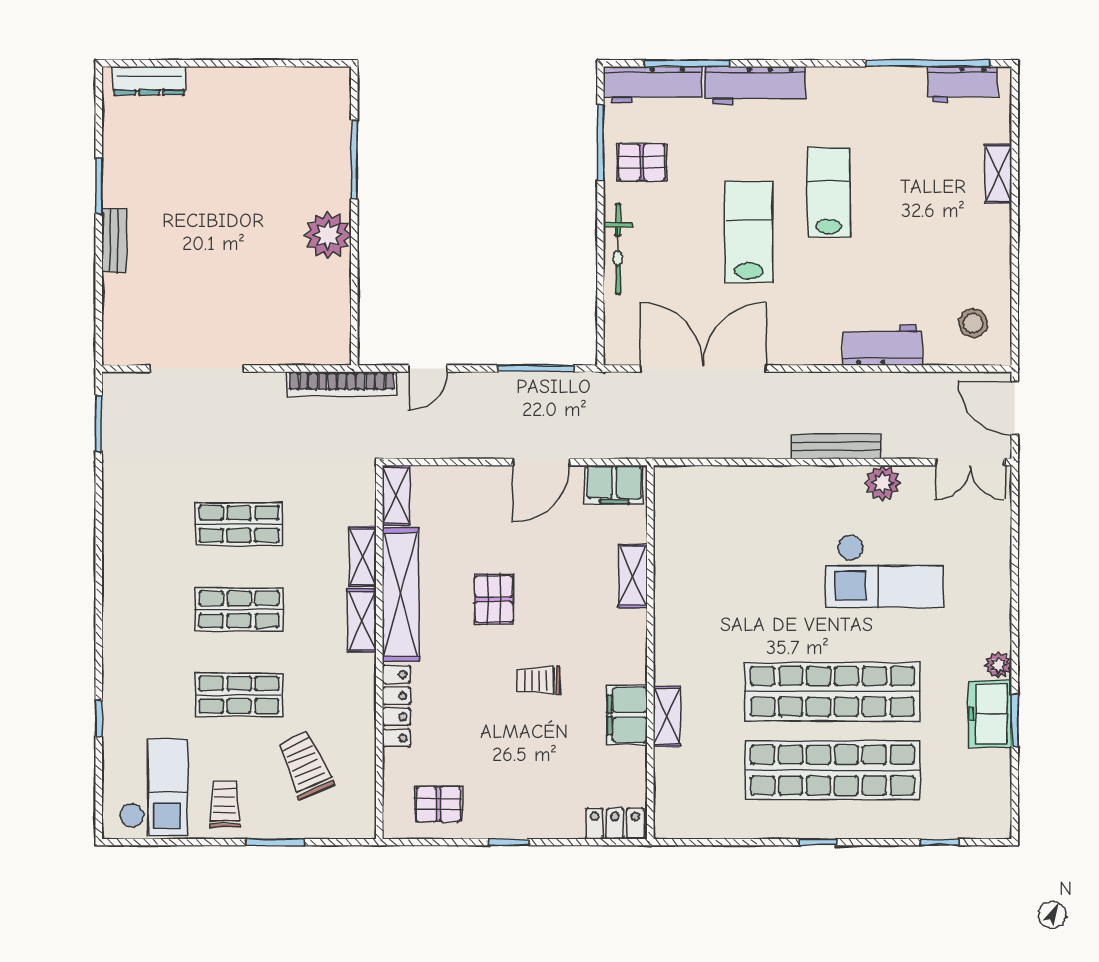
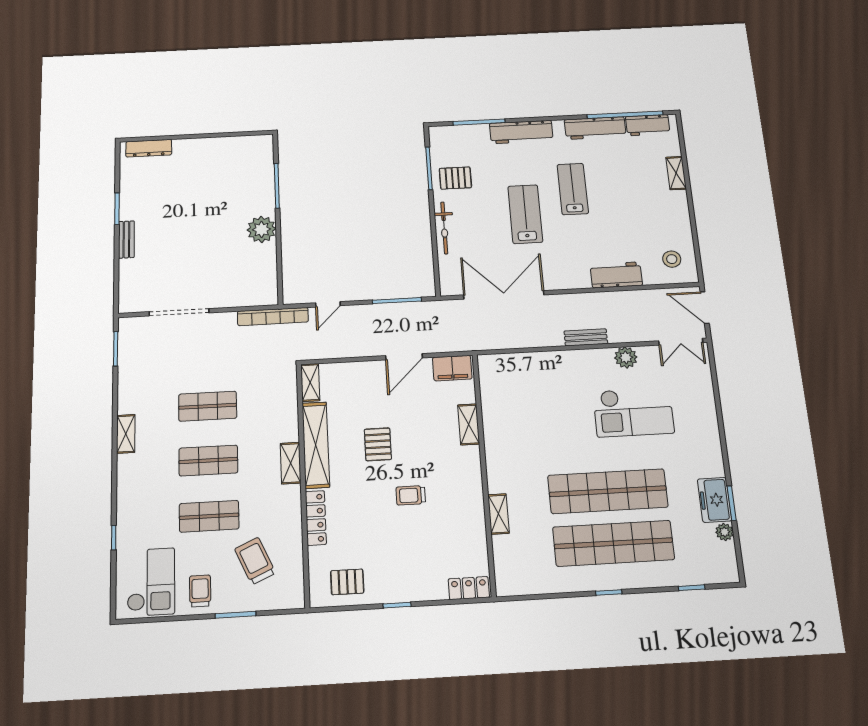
workbench: (653, 85) -> (595, 128), moved
bench: (836, 446) -> (586, 337), width x0.73
shelving: (363, 557) -> (126, 434), moved
plant: (998, 665) -> (725, 532), moved
filing cabinet: (627, 715) -> (472, 515), removed

